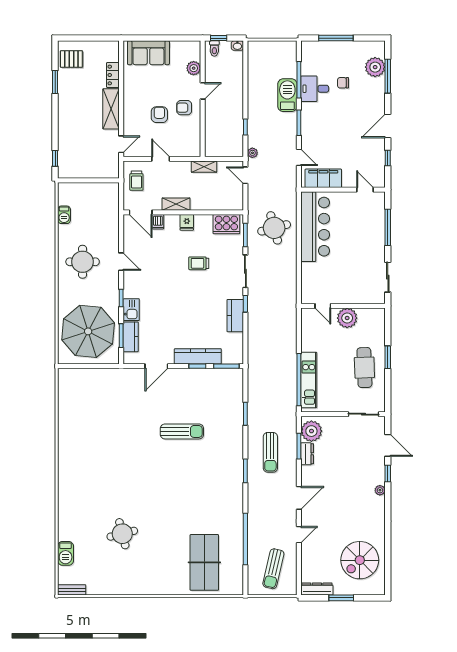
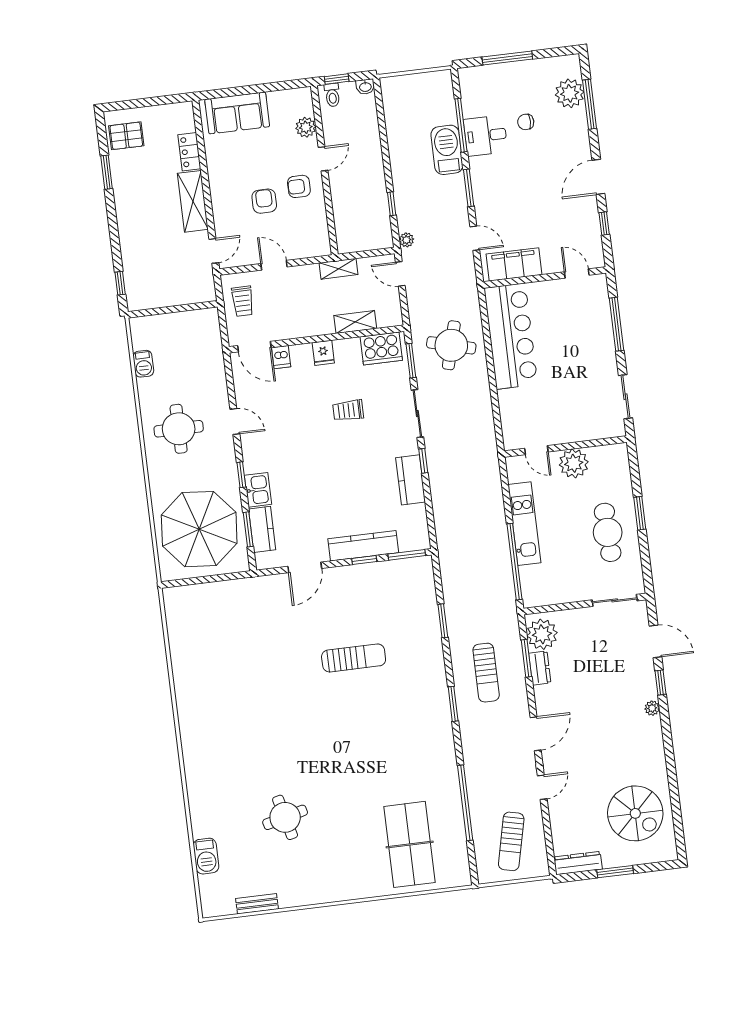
shelving: (176, 204) -> (355, 322), moved
round table: (274, 228) -> (451, 345), turned 30
kitchen unit: (309, 380) -> (524, 524), moved
spiral stairs: (360, 560) -> (635, 813), turned -90
bench: (72, 590) -> (257, 904), moved

